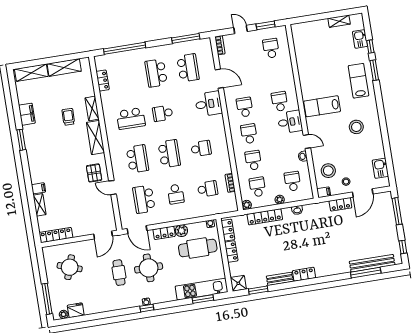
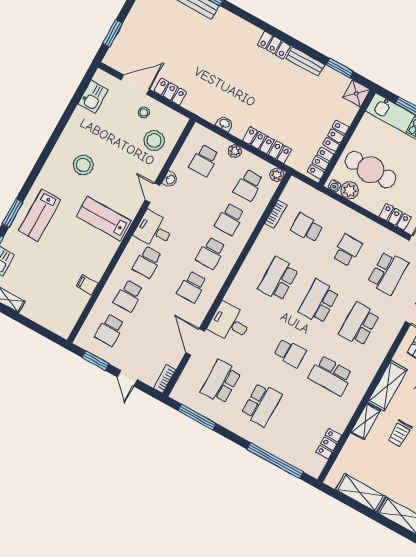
school desk: (275, 75) -> (129, 296), added
lab bench: (322, 106) -> (104, 219), turned 180
school desk: (131, 118) -> (331, 376), turned 180
school desk: (201, 149) -> (278, 279), width x1.85
filing cabinet: (324, 192) -> (87, 285), moved
window: (397, 211) -> (113, 33), width x0.69
plant: (181, 231) -> (350, 190), moved

